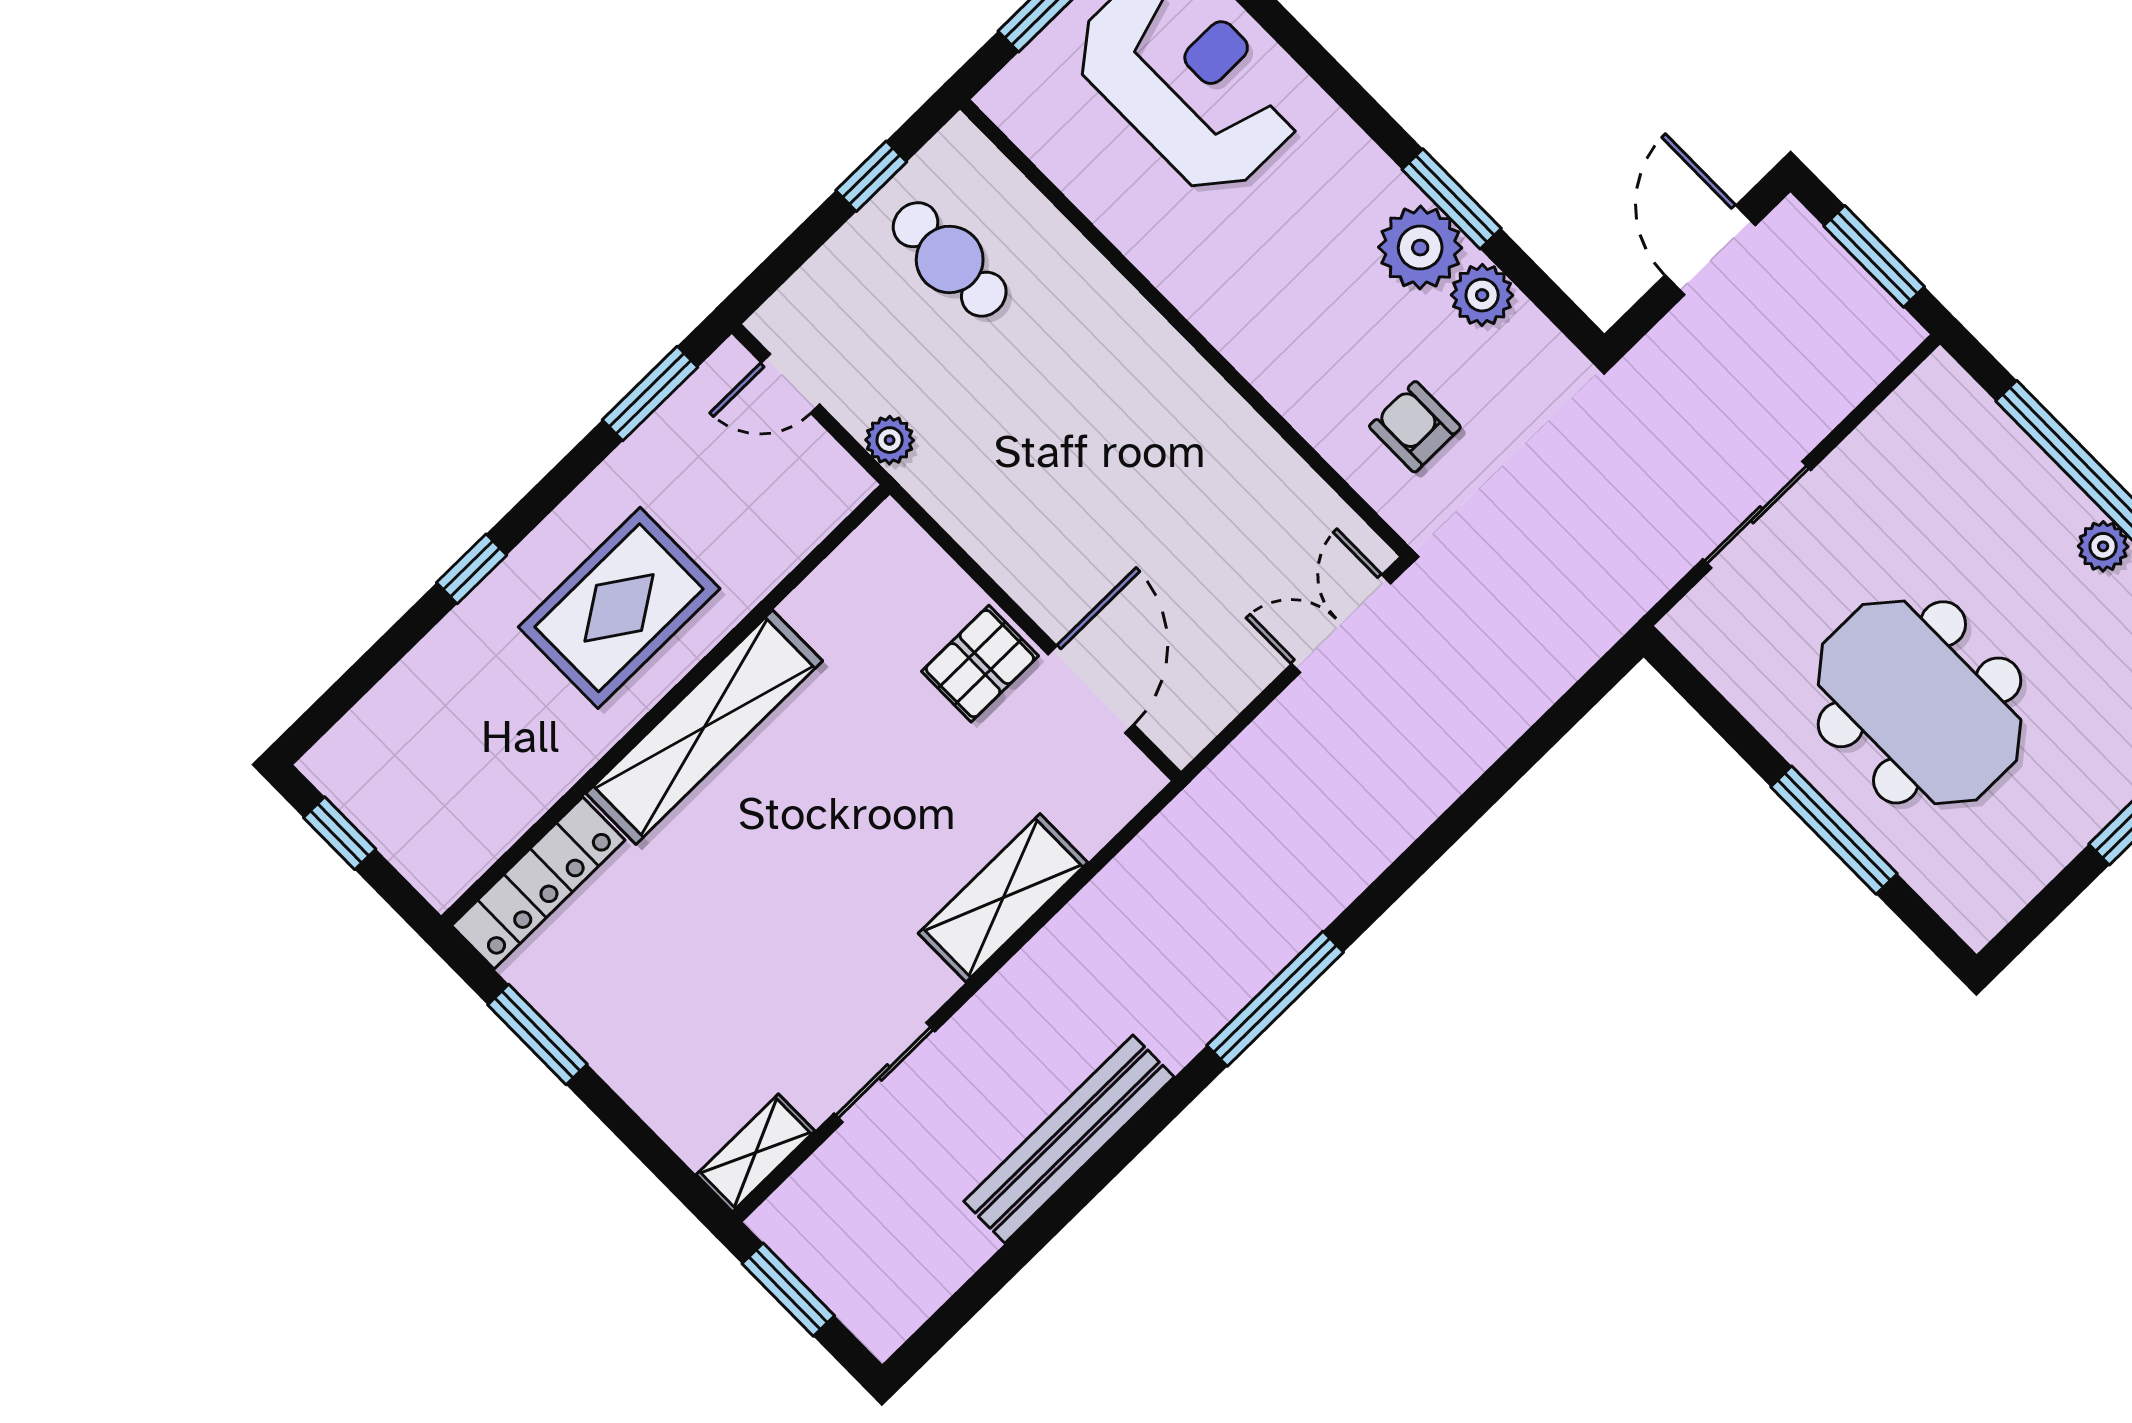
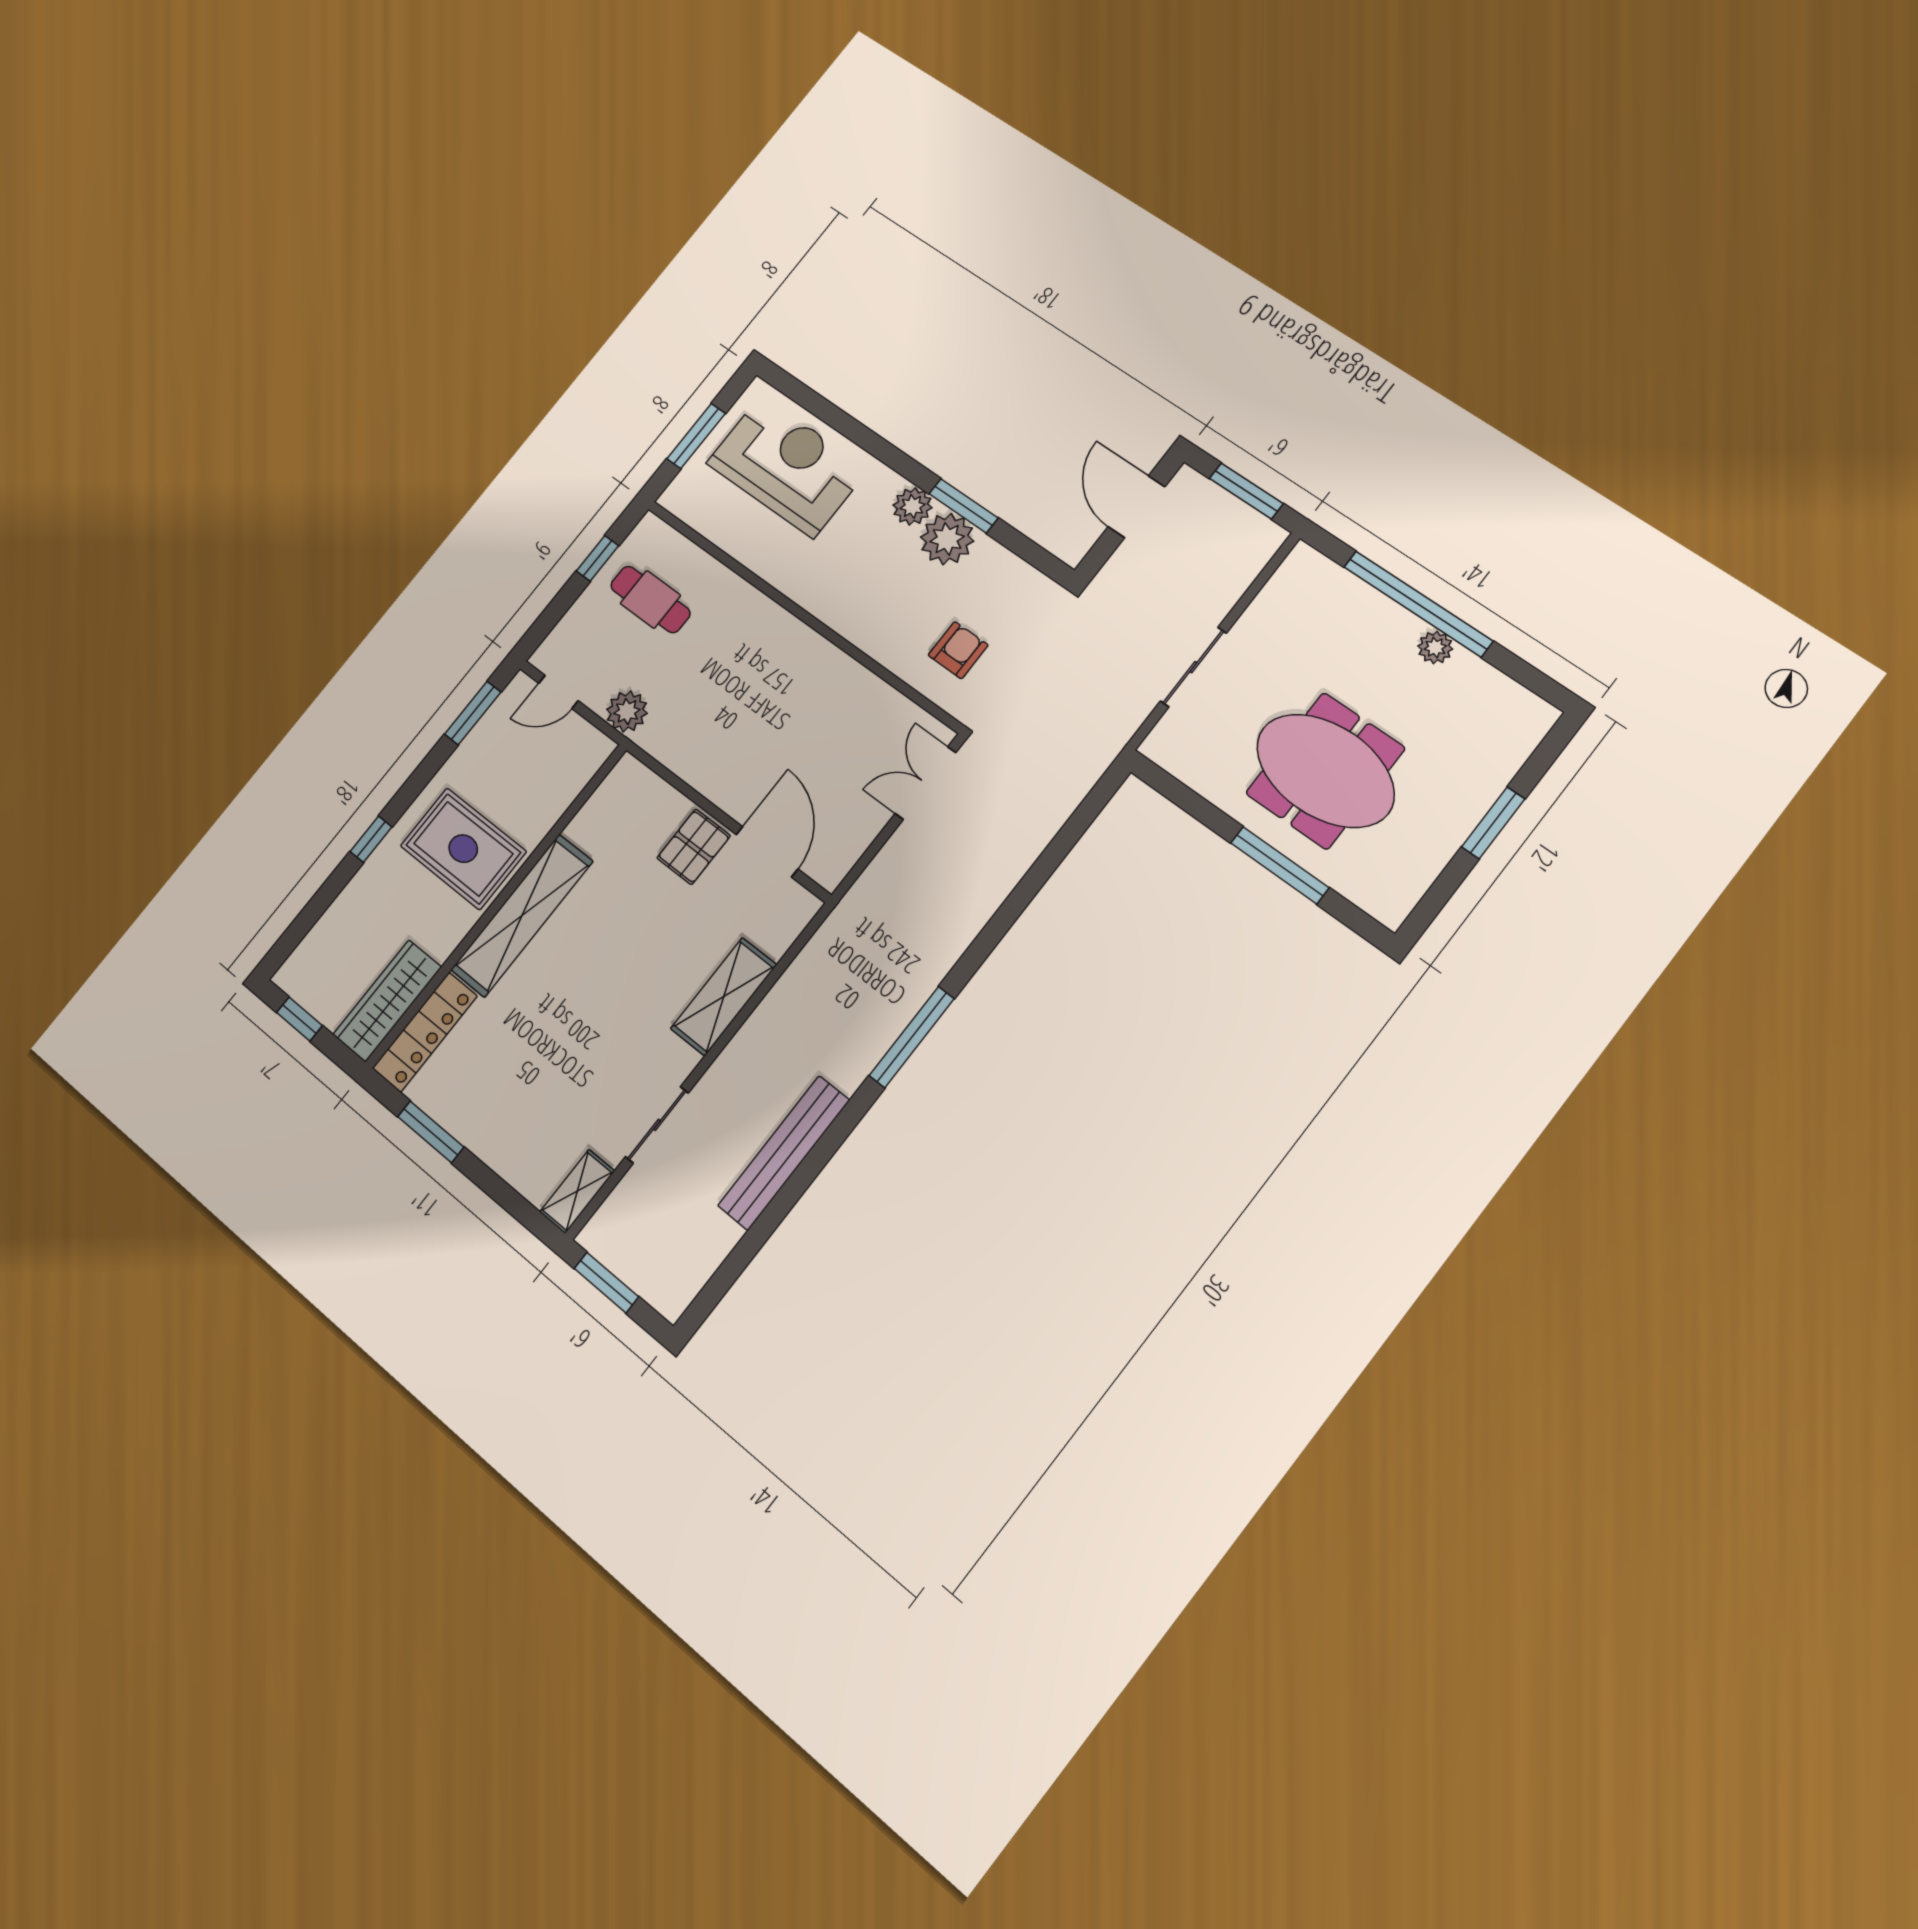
plant: (1482, 295) -> (912, 506), moved
armchair: (1415, 427) -> (958, 650), turned 90
plant: (890, 440) -> (627, 711), width x1.38, depth x1.38
rug: (619, 608) -> (463, 849), turned 90
wardrobe: (482, 826) -> (387, 1001), added

